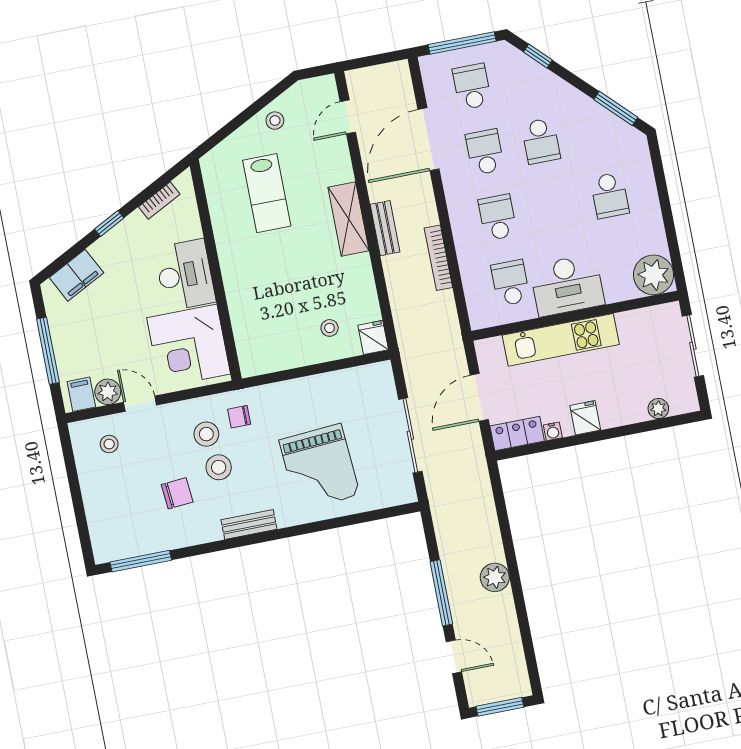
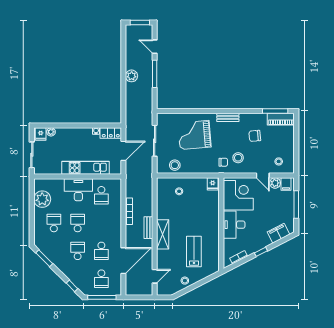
school desk: (498, 217) -> (78, 223), moved, turned 180
plant: (654, 275) -> (42, 199), moved
fridge: (373, 337) -> (213, 184), moved
fridge: (585, 418) -> (41, 134), moved
stool: (219, 467) -> (175, 165), moved
grand piano: (319, 467) -> (194, 135), turned -91
piano: (124, 545) -> (281, 119), added

